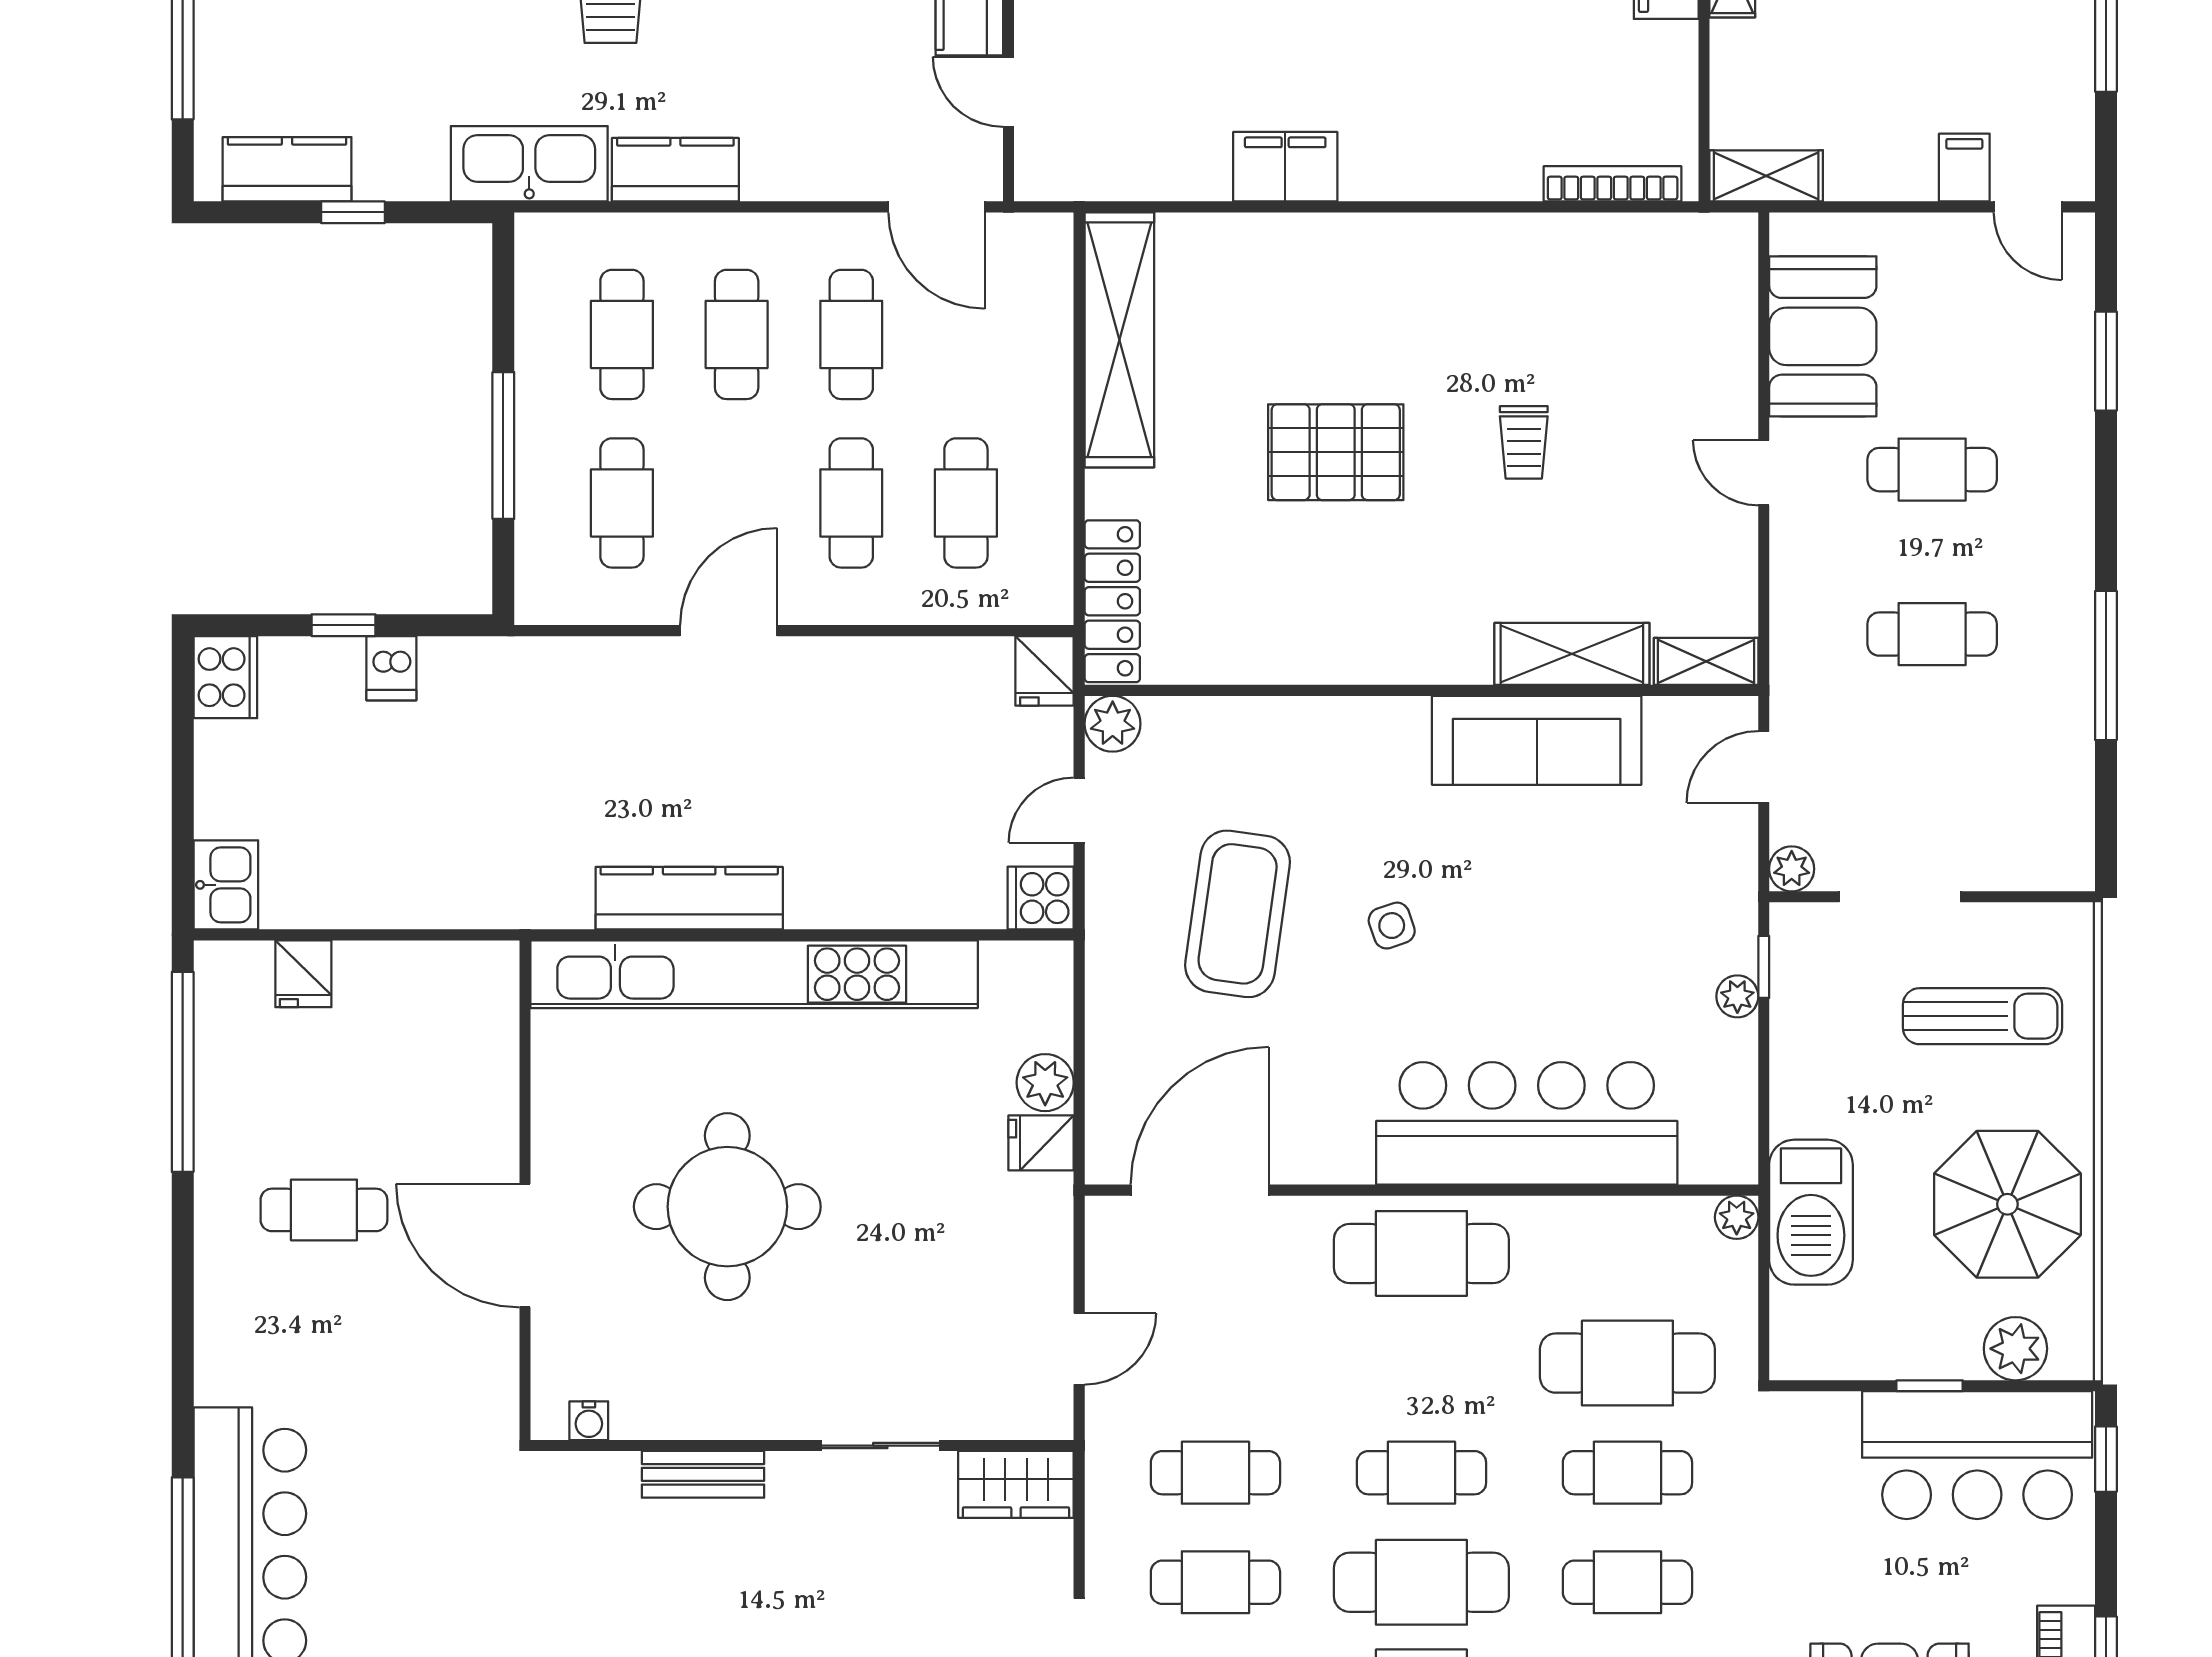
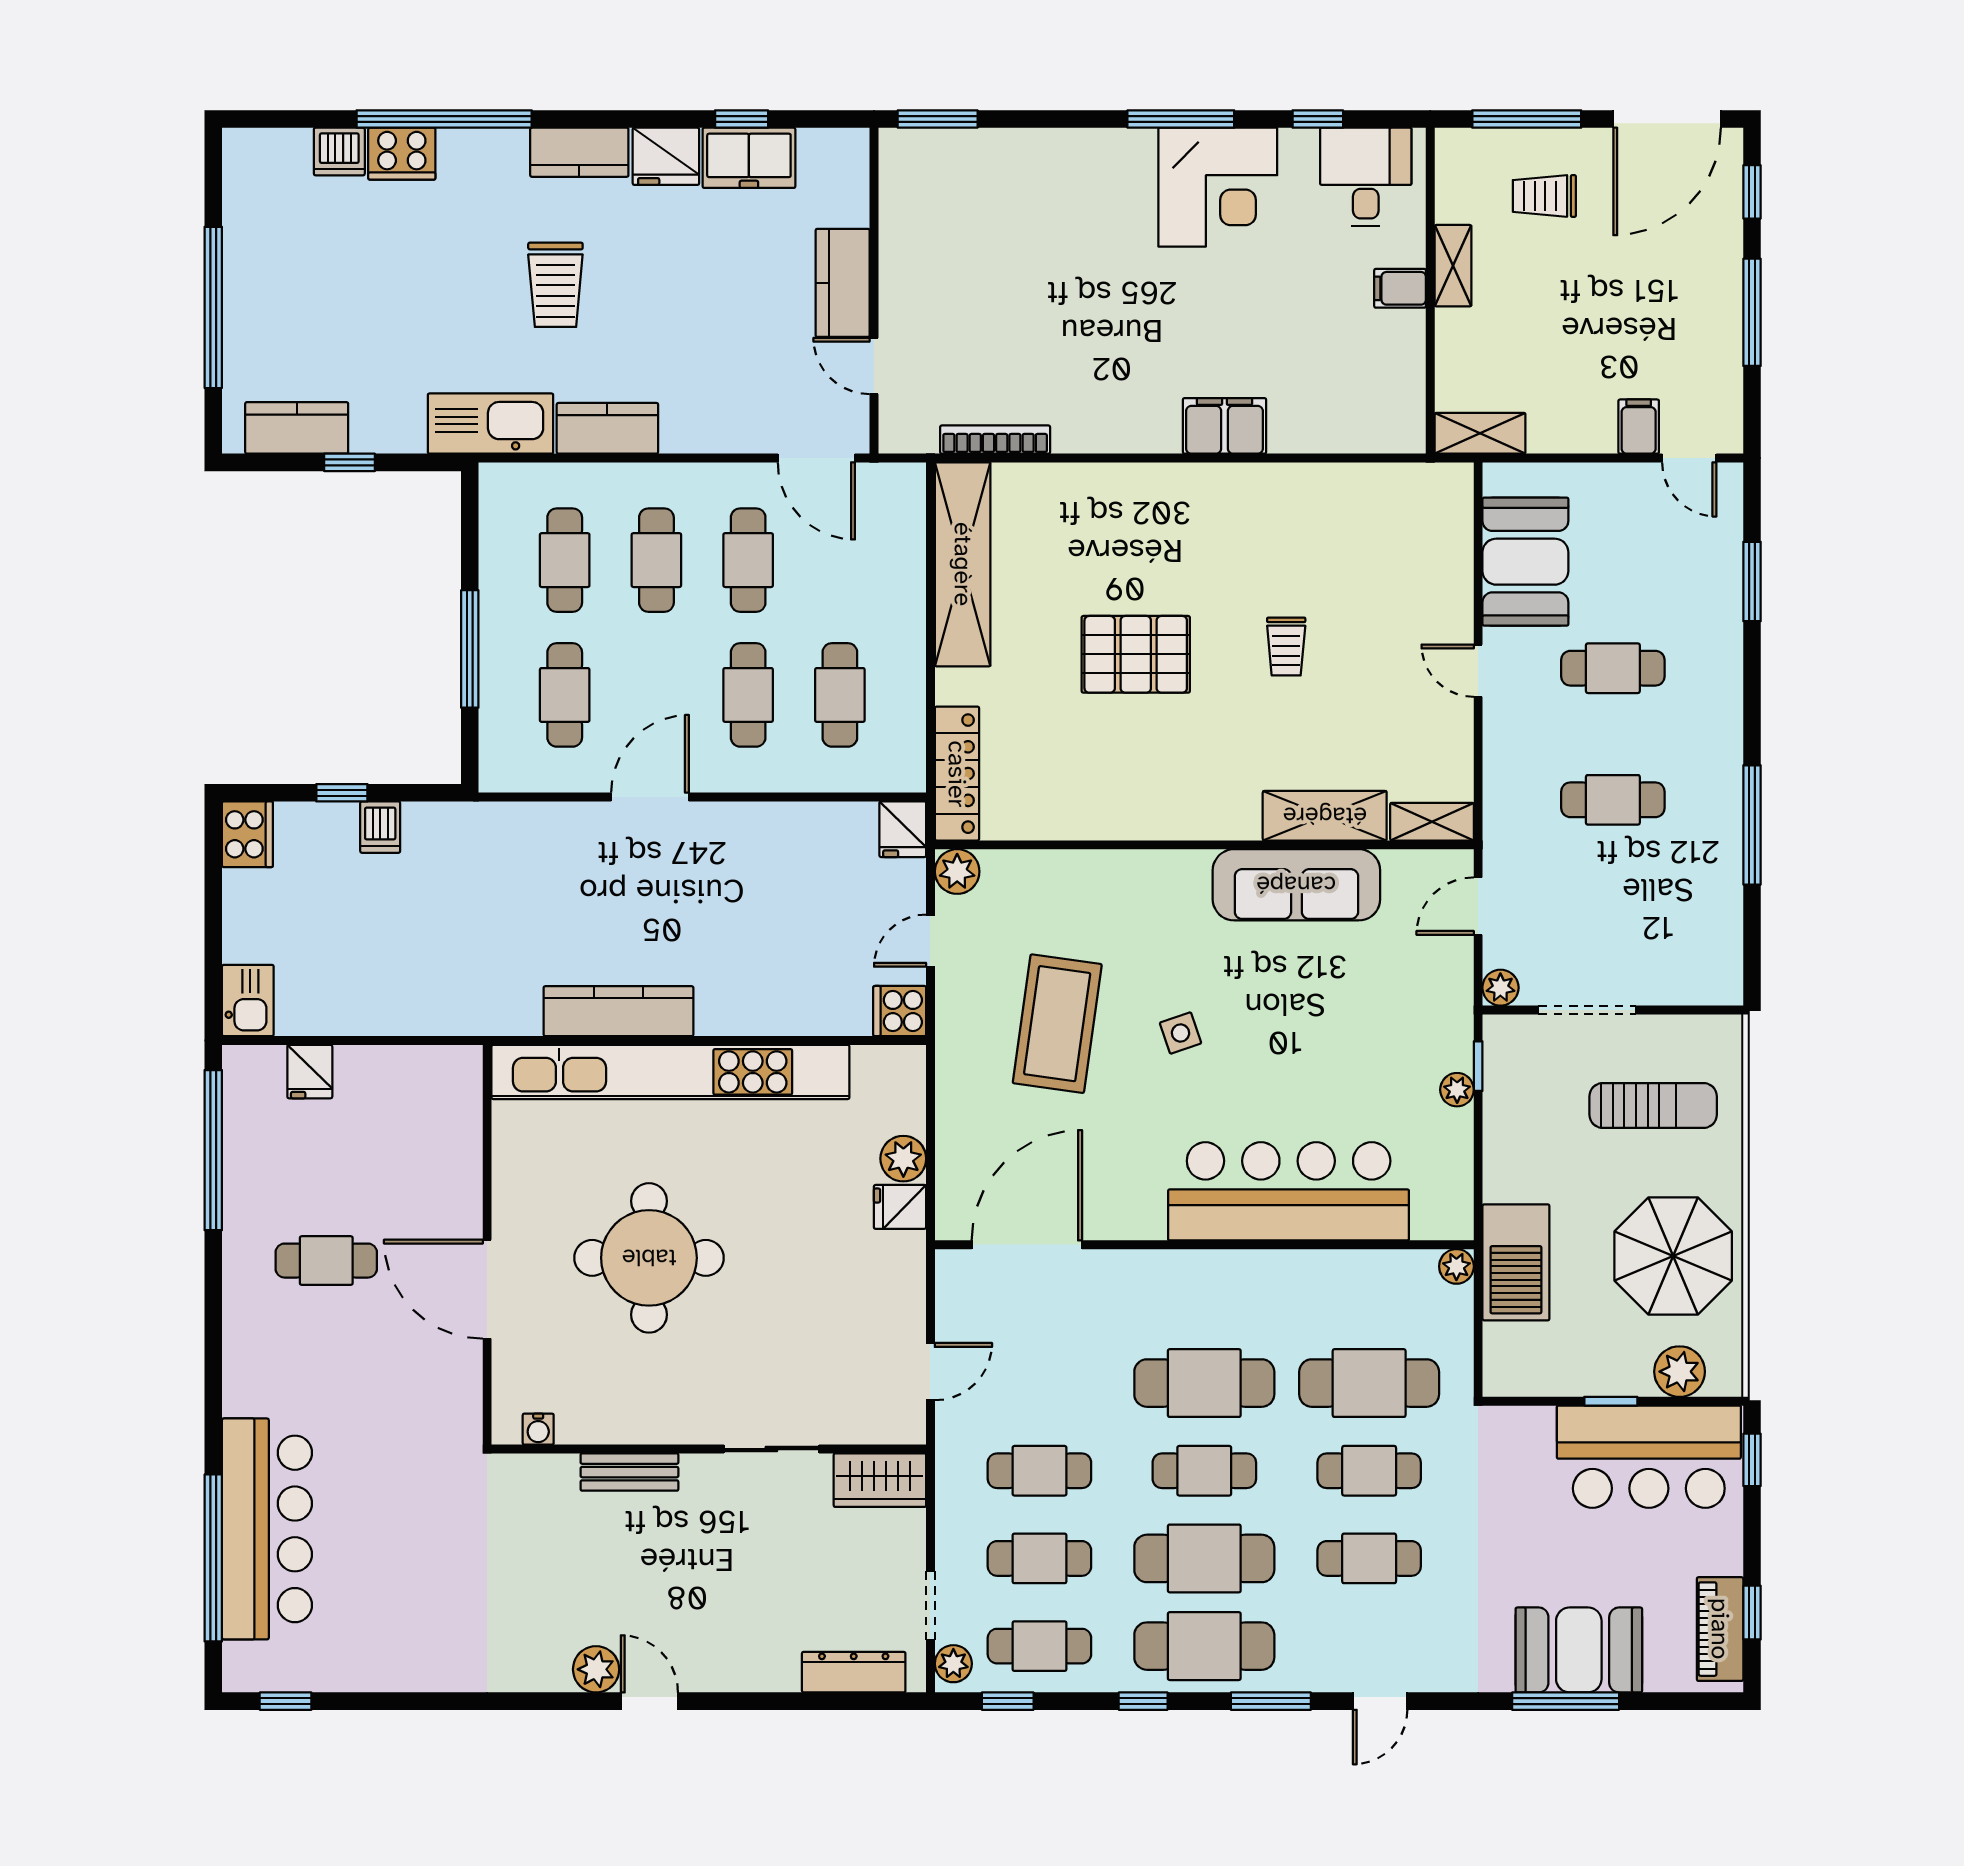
filing cabinet: (1285, 167) -> (1224, 426), moved
bookcase: (1613, 184) -> (995, 440), moved
cafe table: (1421, 1253) -> (1204, 1383), moved

